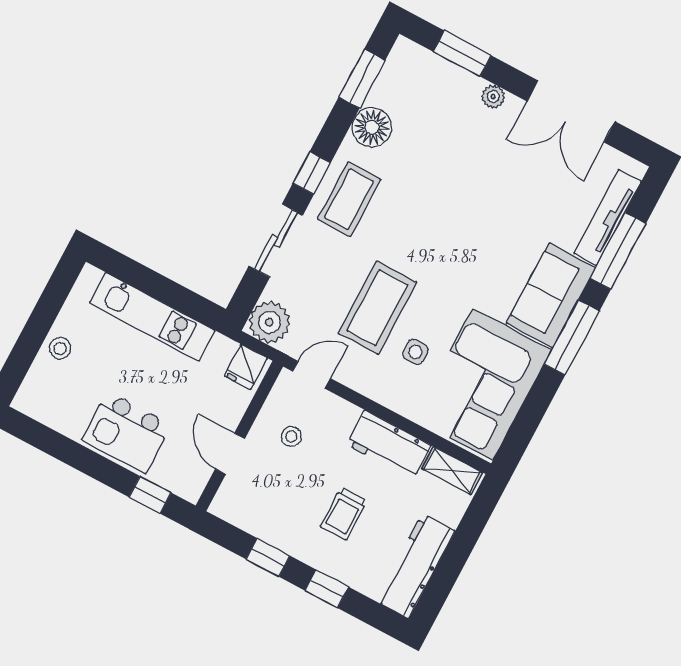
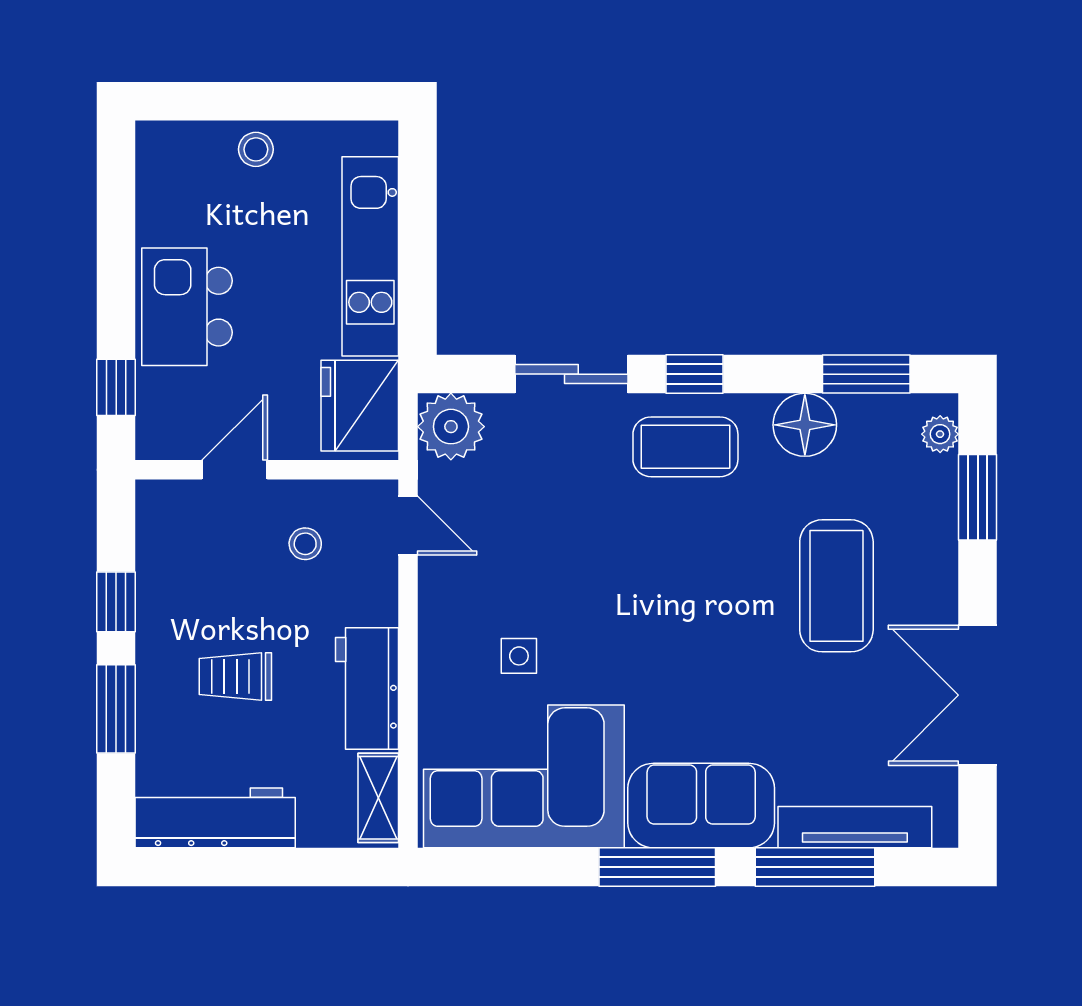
plant: (493, 97) -> (940, 434), moved
coffee table: (377, 308) -> (836, 586), moved, turned 90
fridge: (246, 367) -> (360, 406), width x1.88, depth x1.34
window: (327, 589) -> (116, 709), width x1.50

